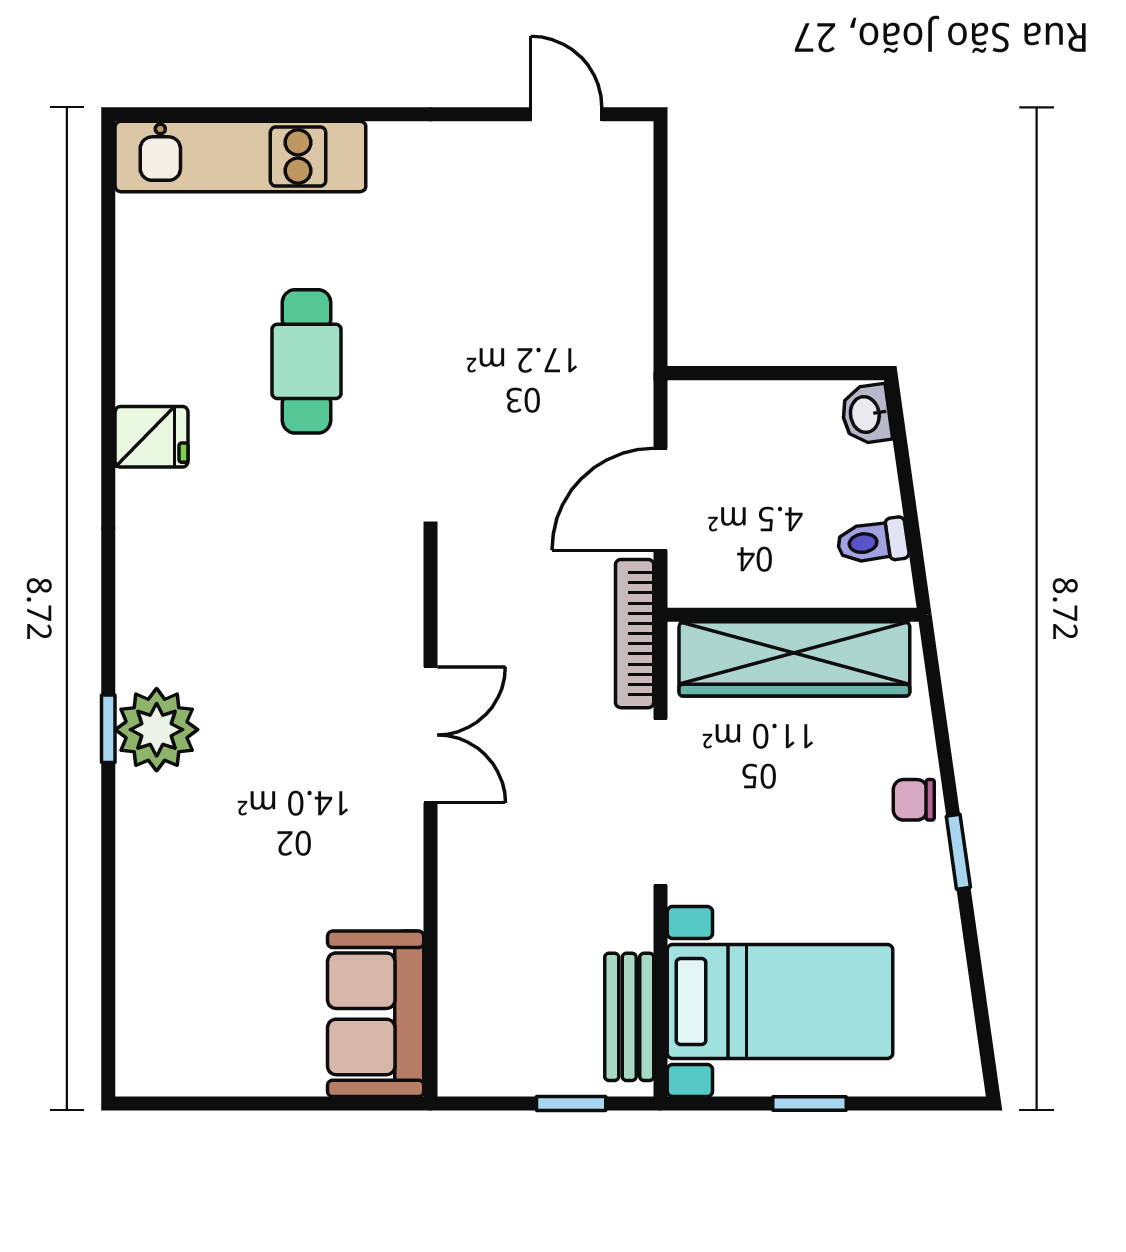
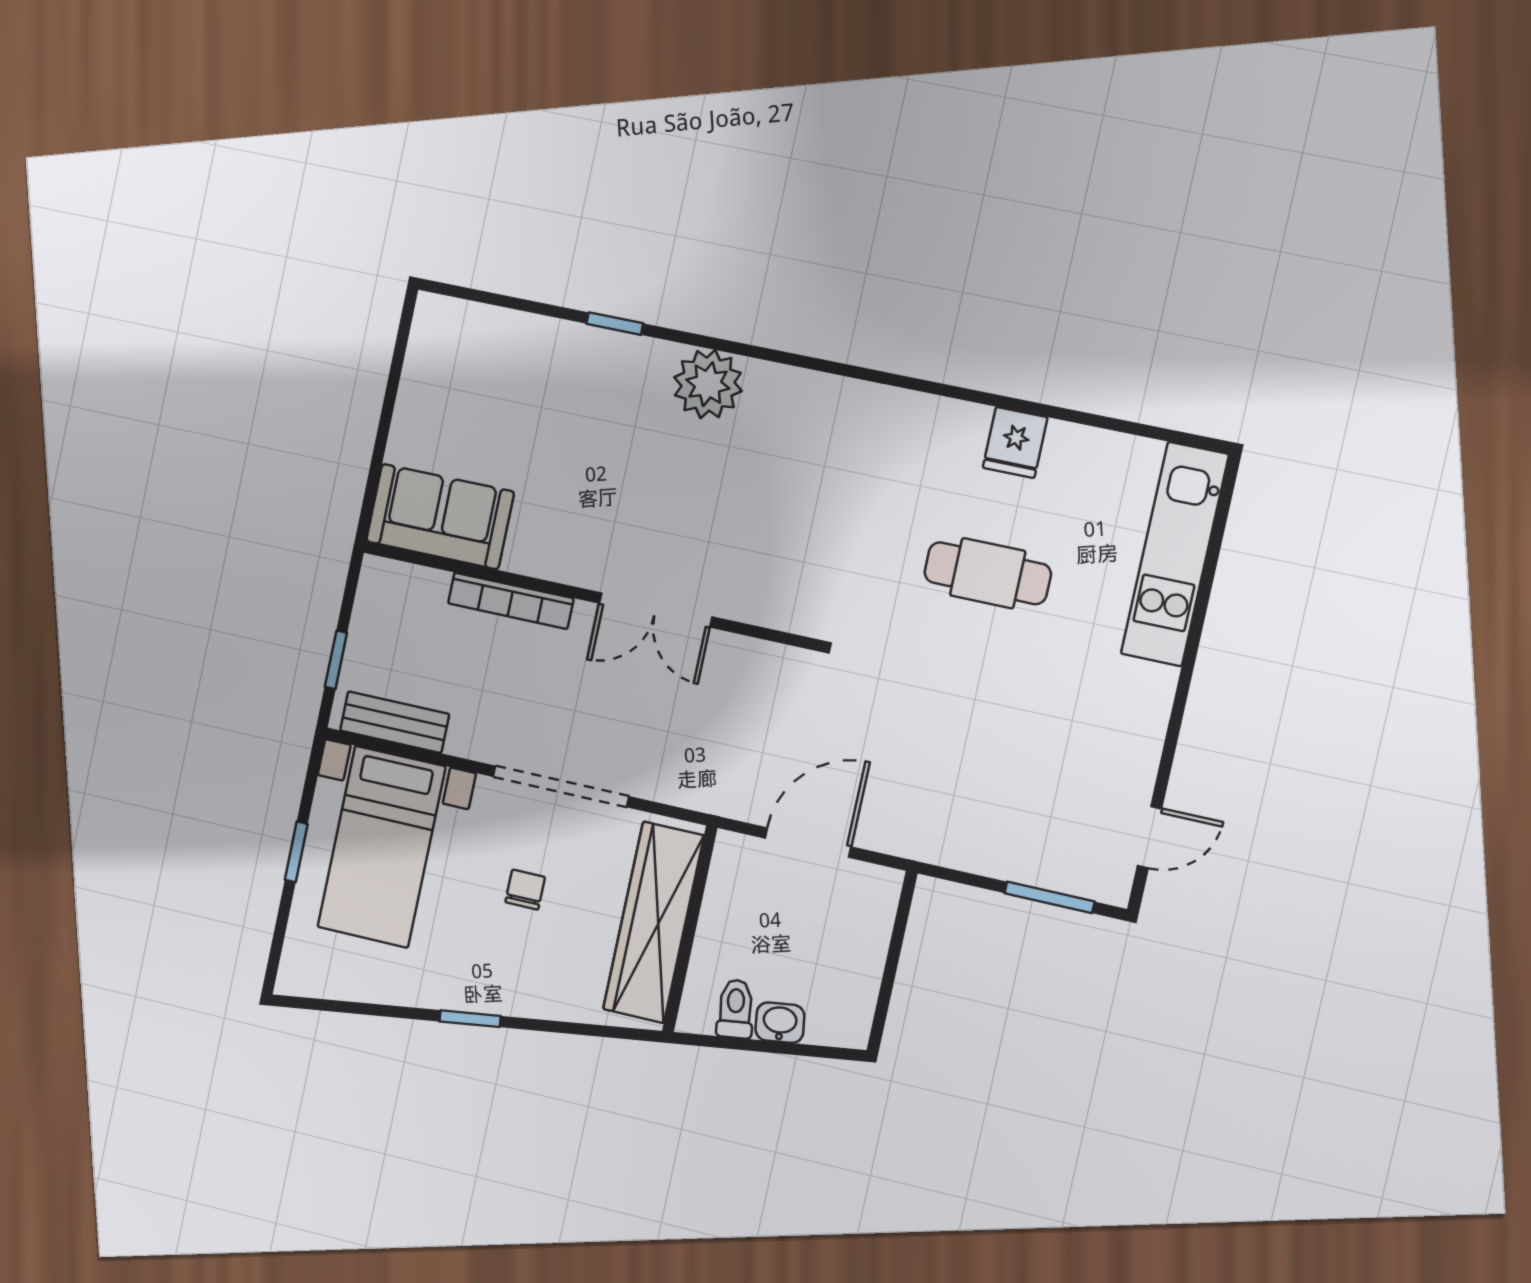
window: (660, 211) -> (1049, 897), added
washbasin: (866, 414) -> (780, 1023), moved
fridge: (152, 437) -> (1015, 442), moved
door: (660, 499) -> (808, 843), hinge flipped
bookcase: (635, 634) -> (511, 601), moved, turned 180
window: (108, 729) -> (615, 324), moved
chair: (914, 800) -> (525, 890), moved

